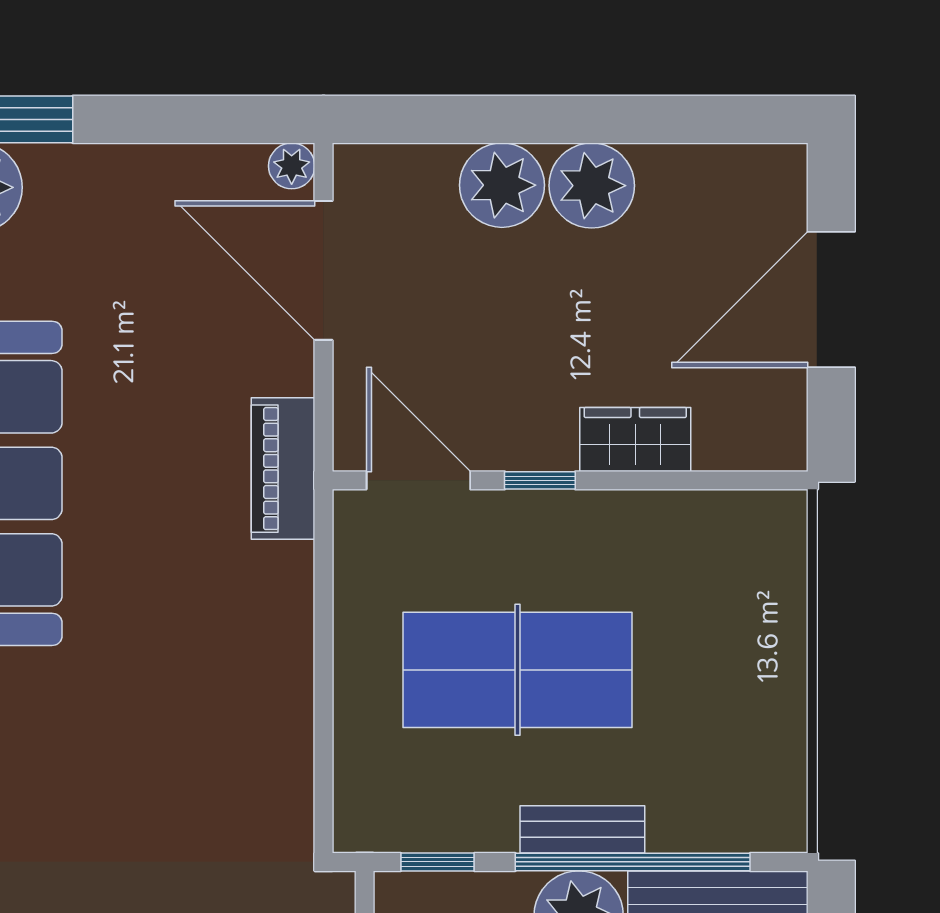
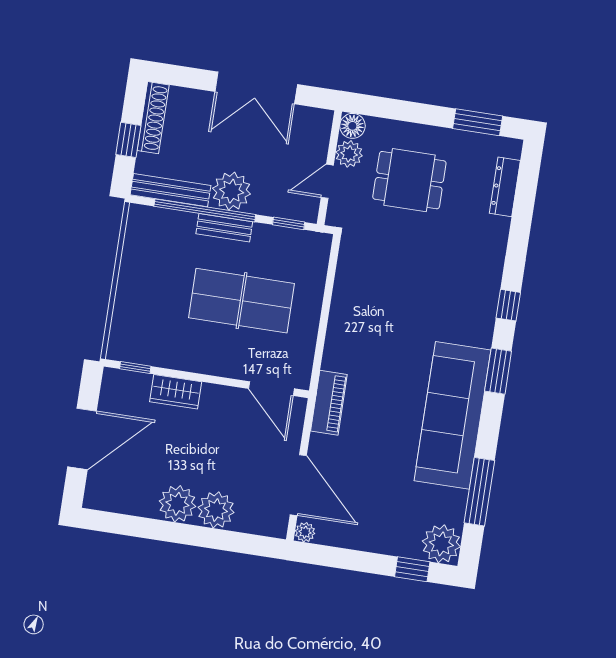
window: (540, 480) -> (135, 368), moved

